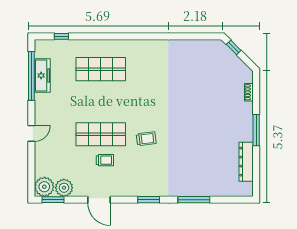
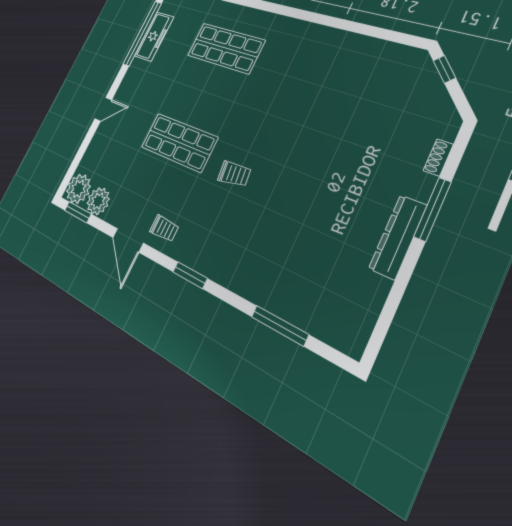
window: (256, 130) -> (432, 209), moved
trolley: (105, 160) -> (164, 228), moved
dresser: (246, 162) -> (398, 237), moved
window: (194, 200) -> (280, 326), moved

